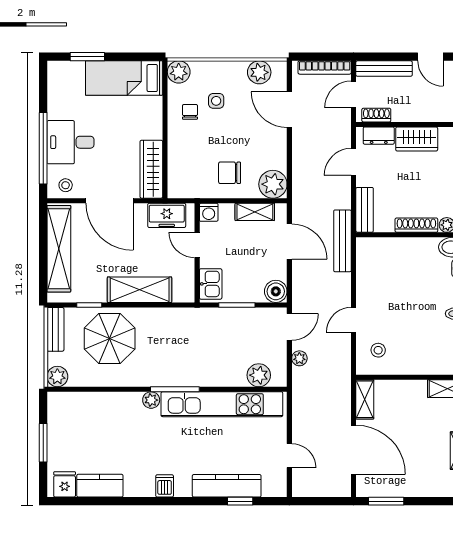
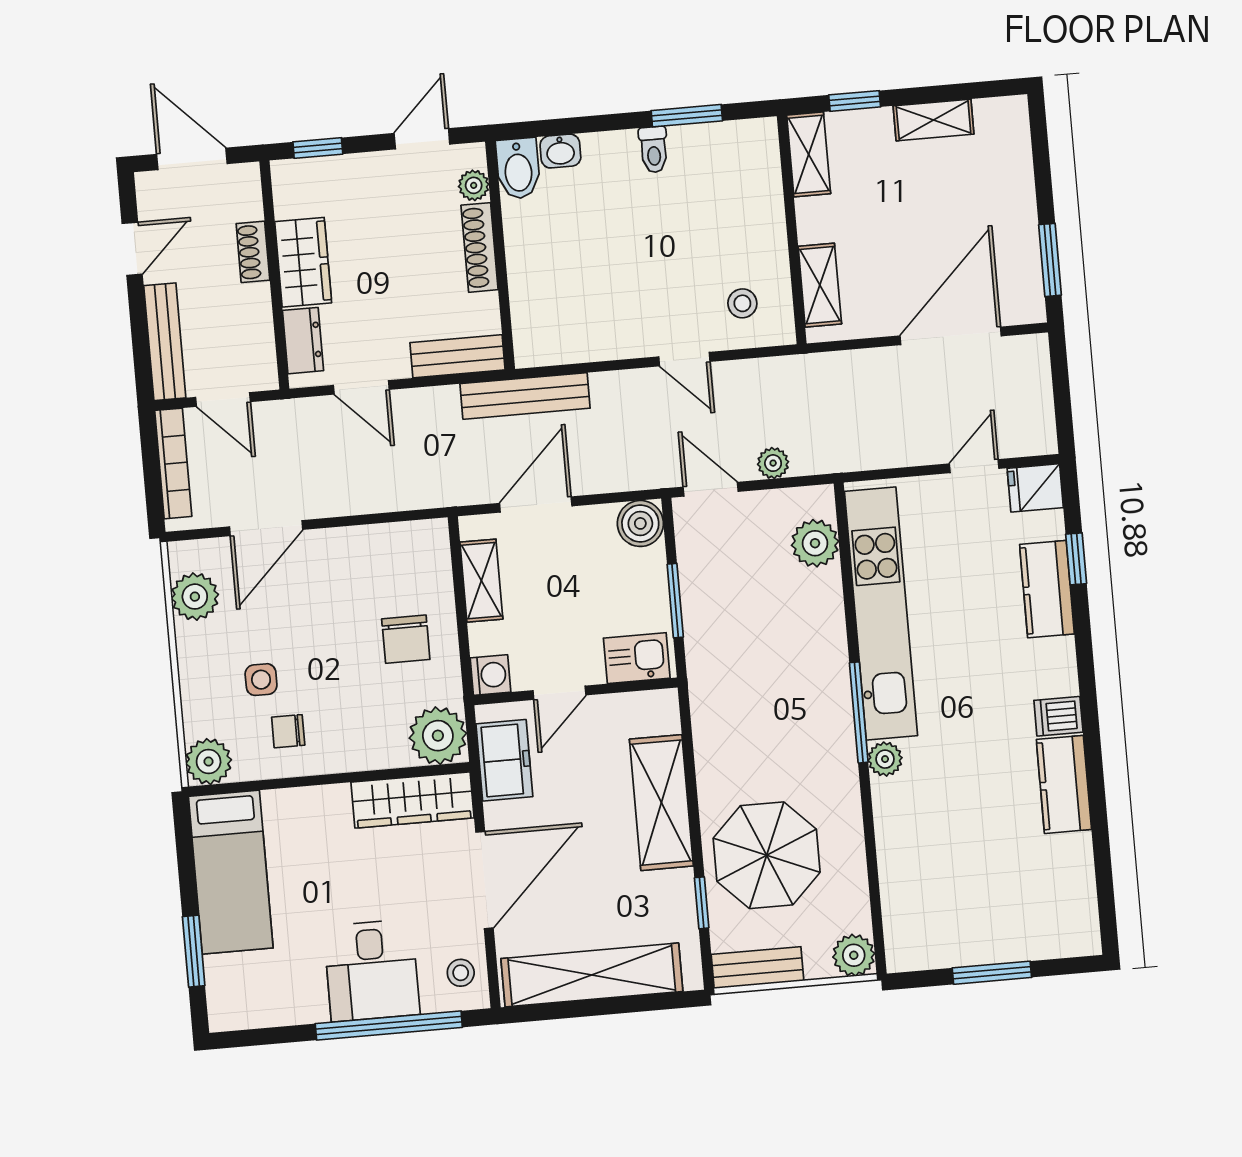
shoe rack: (376, 115) -> (253, 252), moved
plant: (273, 184) -> (438, 736), moved
shelving: (365, 399) -> (820, 285), moved, turned 90
fridge: (65, 484) -> (1035, 488), moved
kitchen counter: (100, 486) -> (1064, 784), moved
kitchen counter: (227, 486) -> (1047, 589), width x0.67

